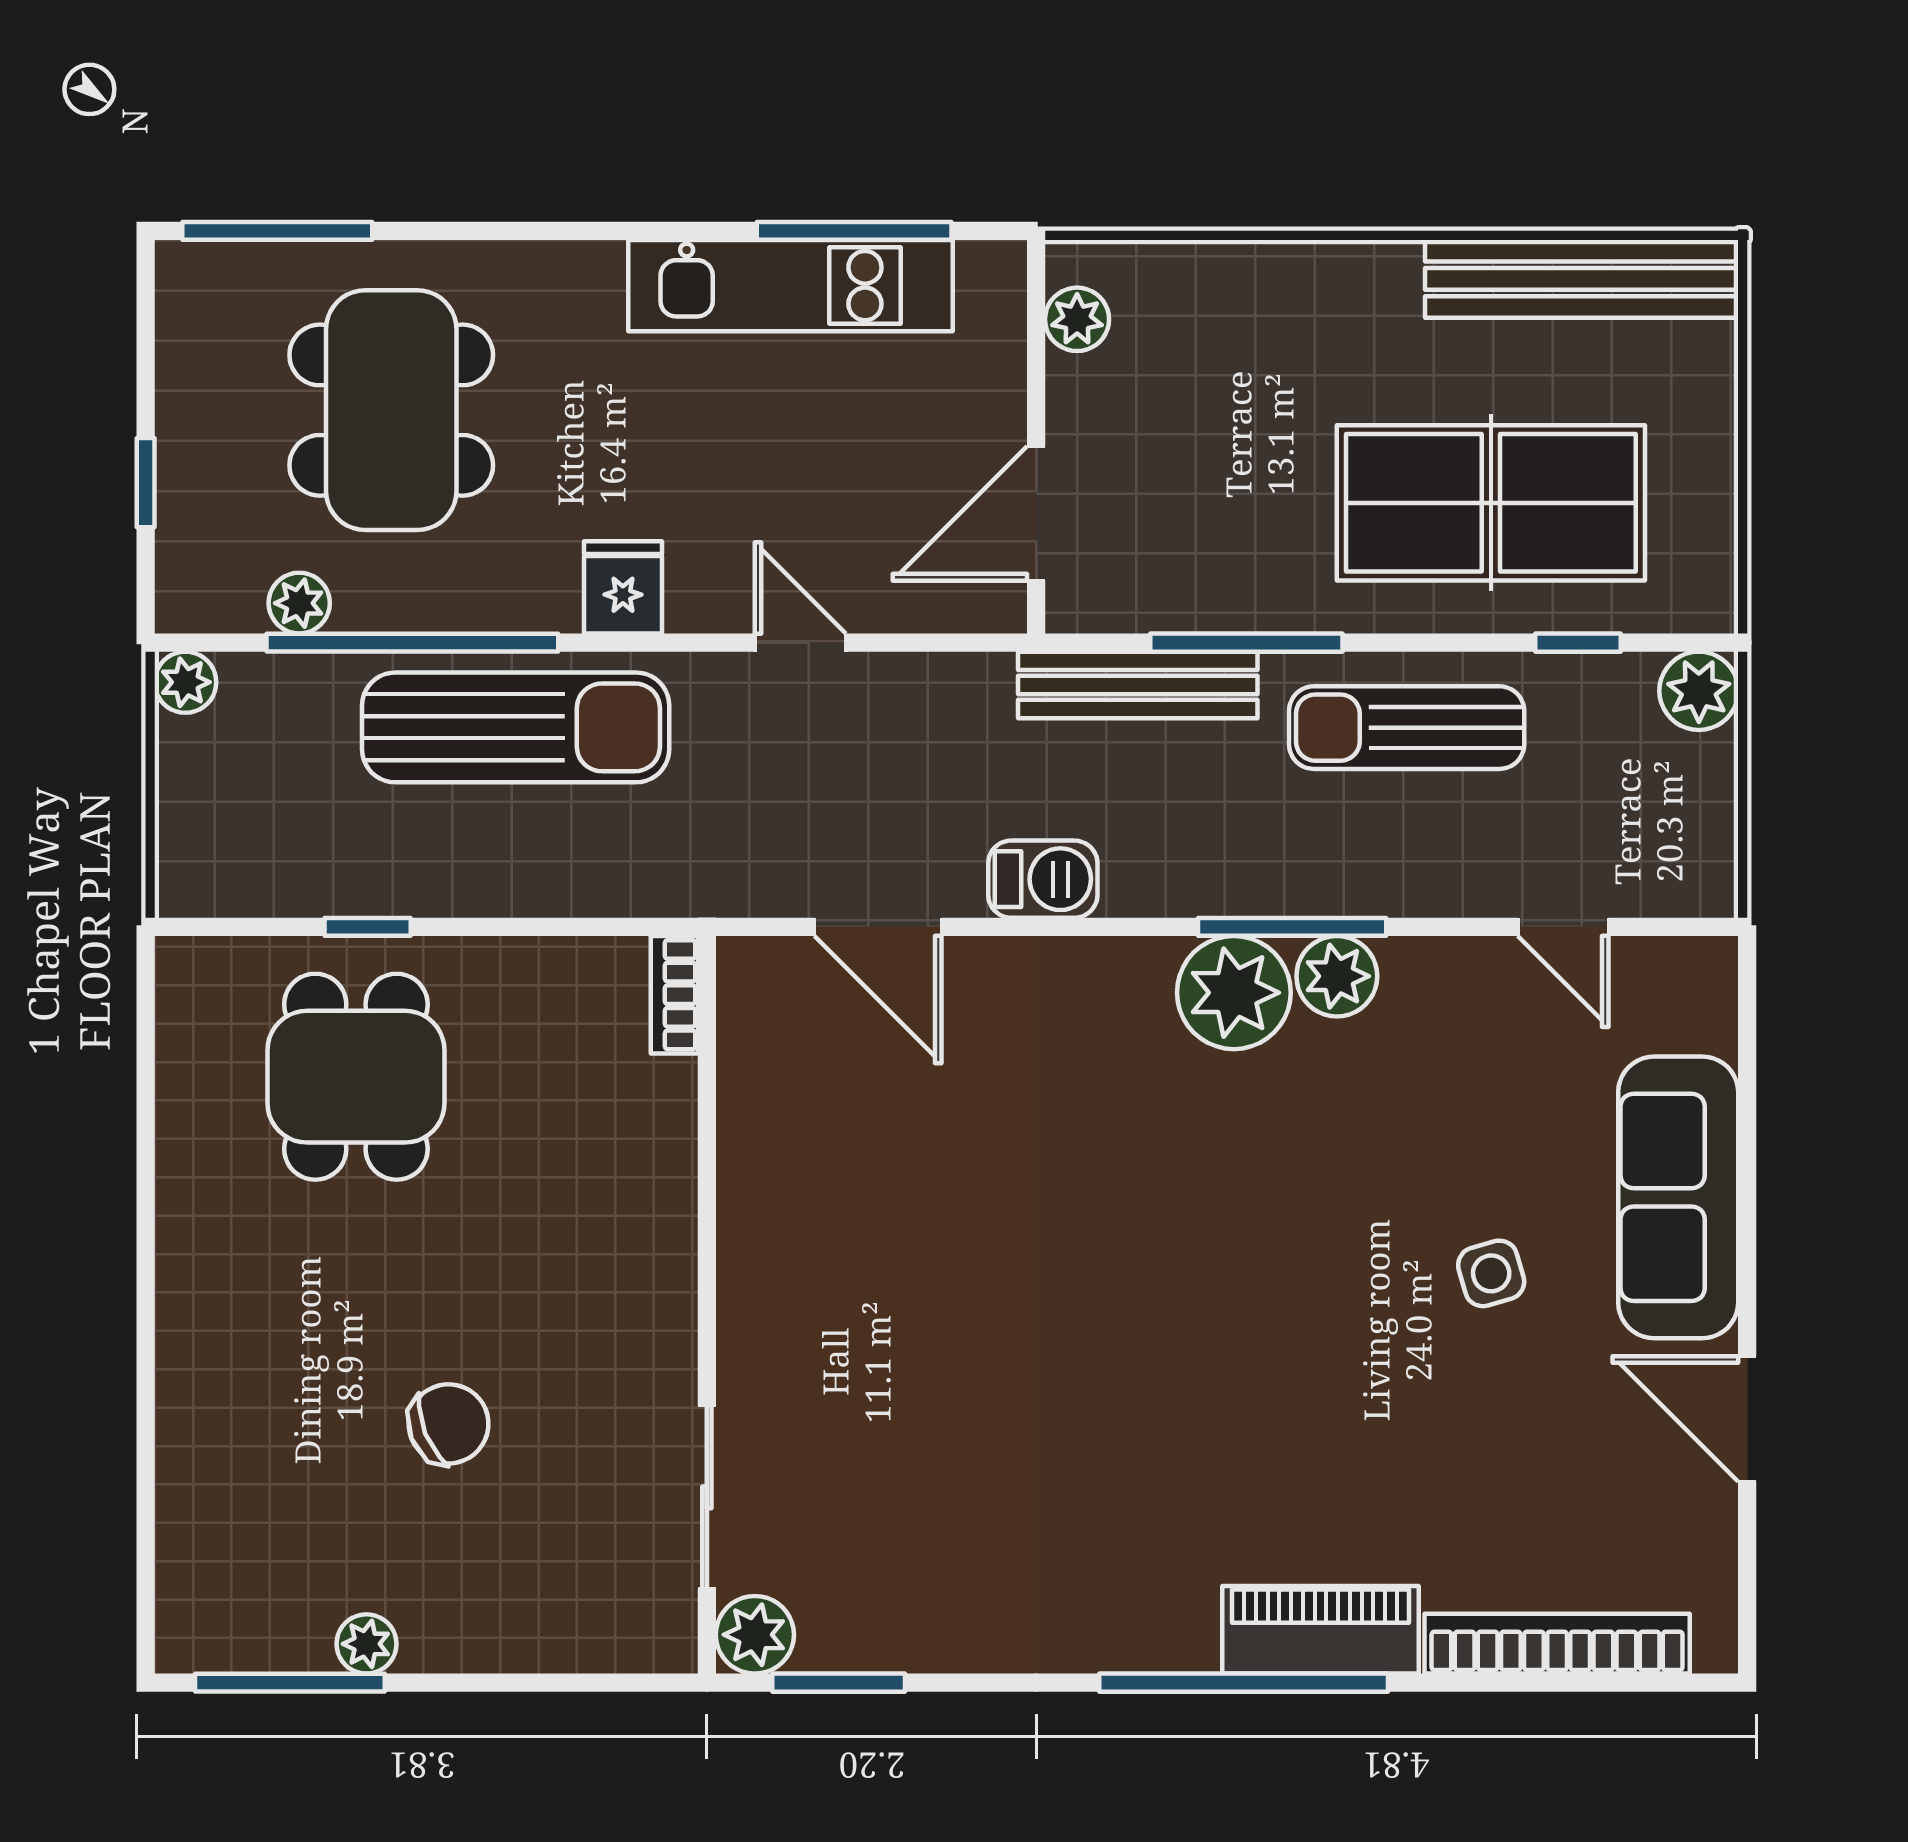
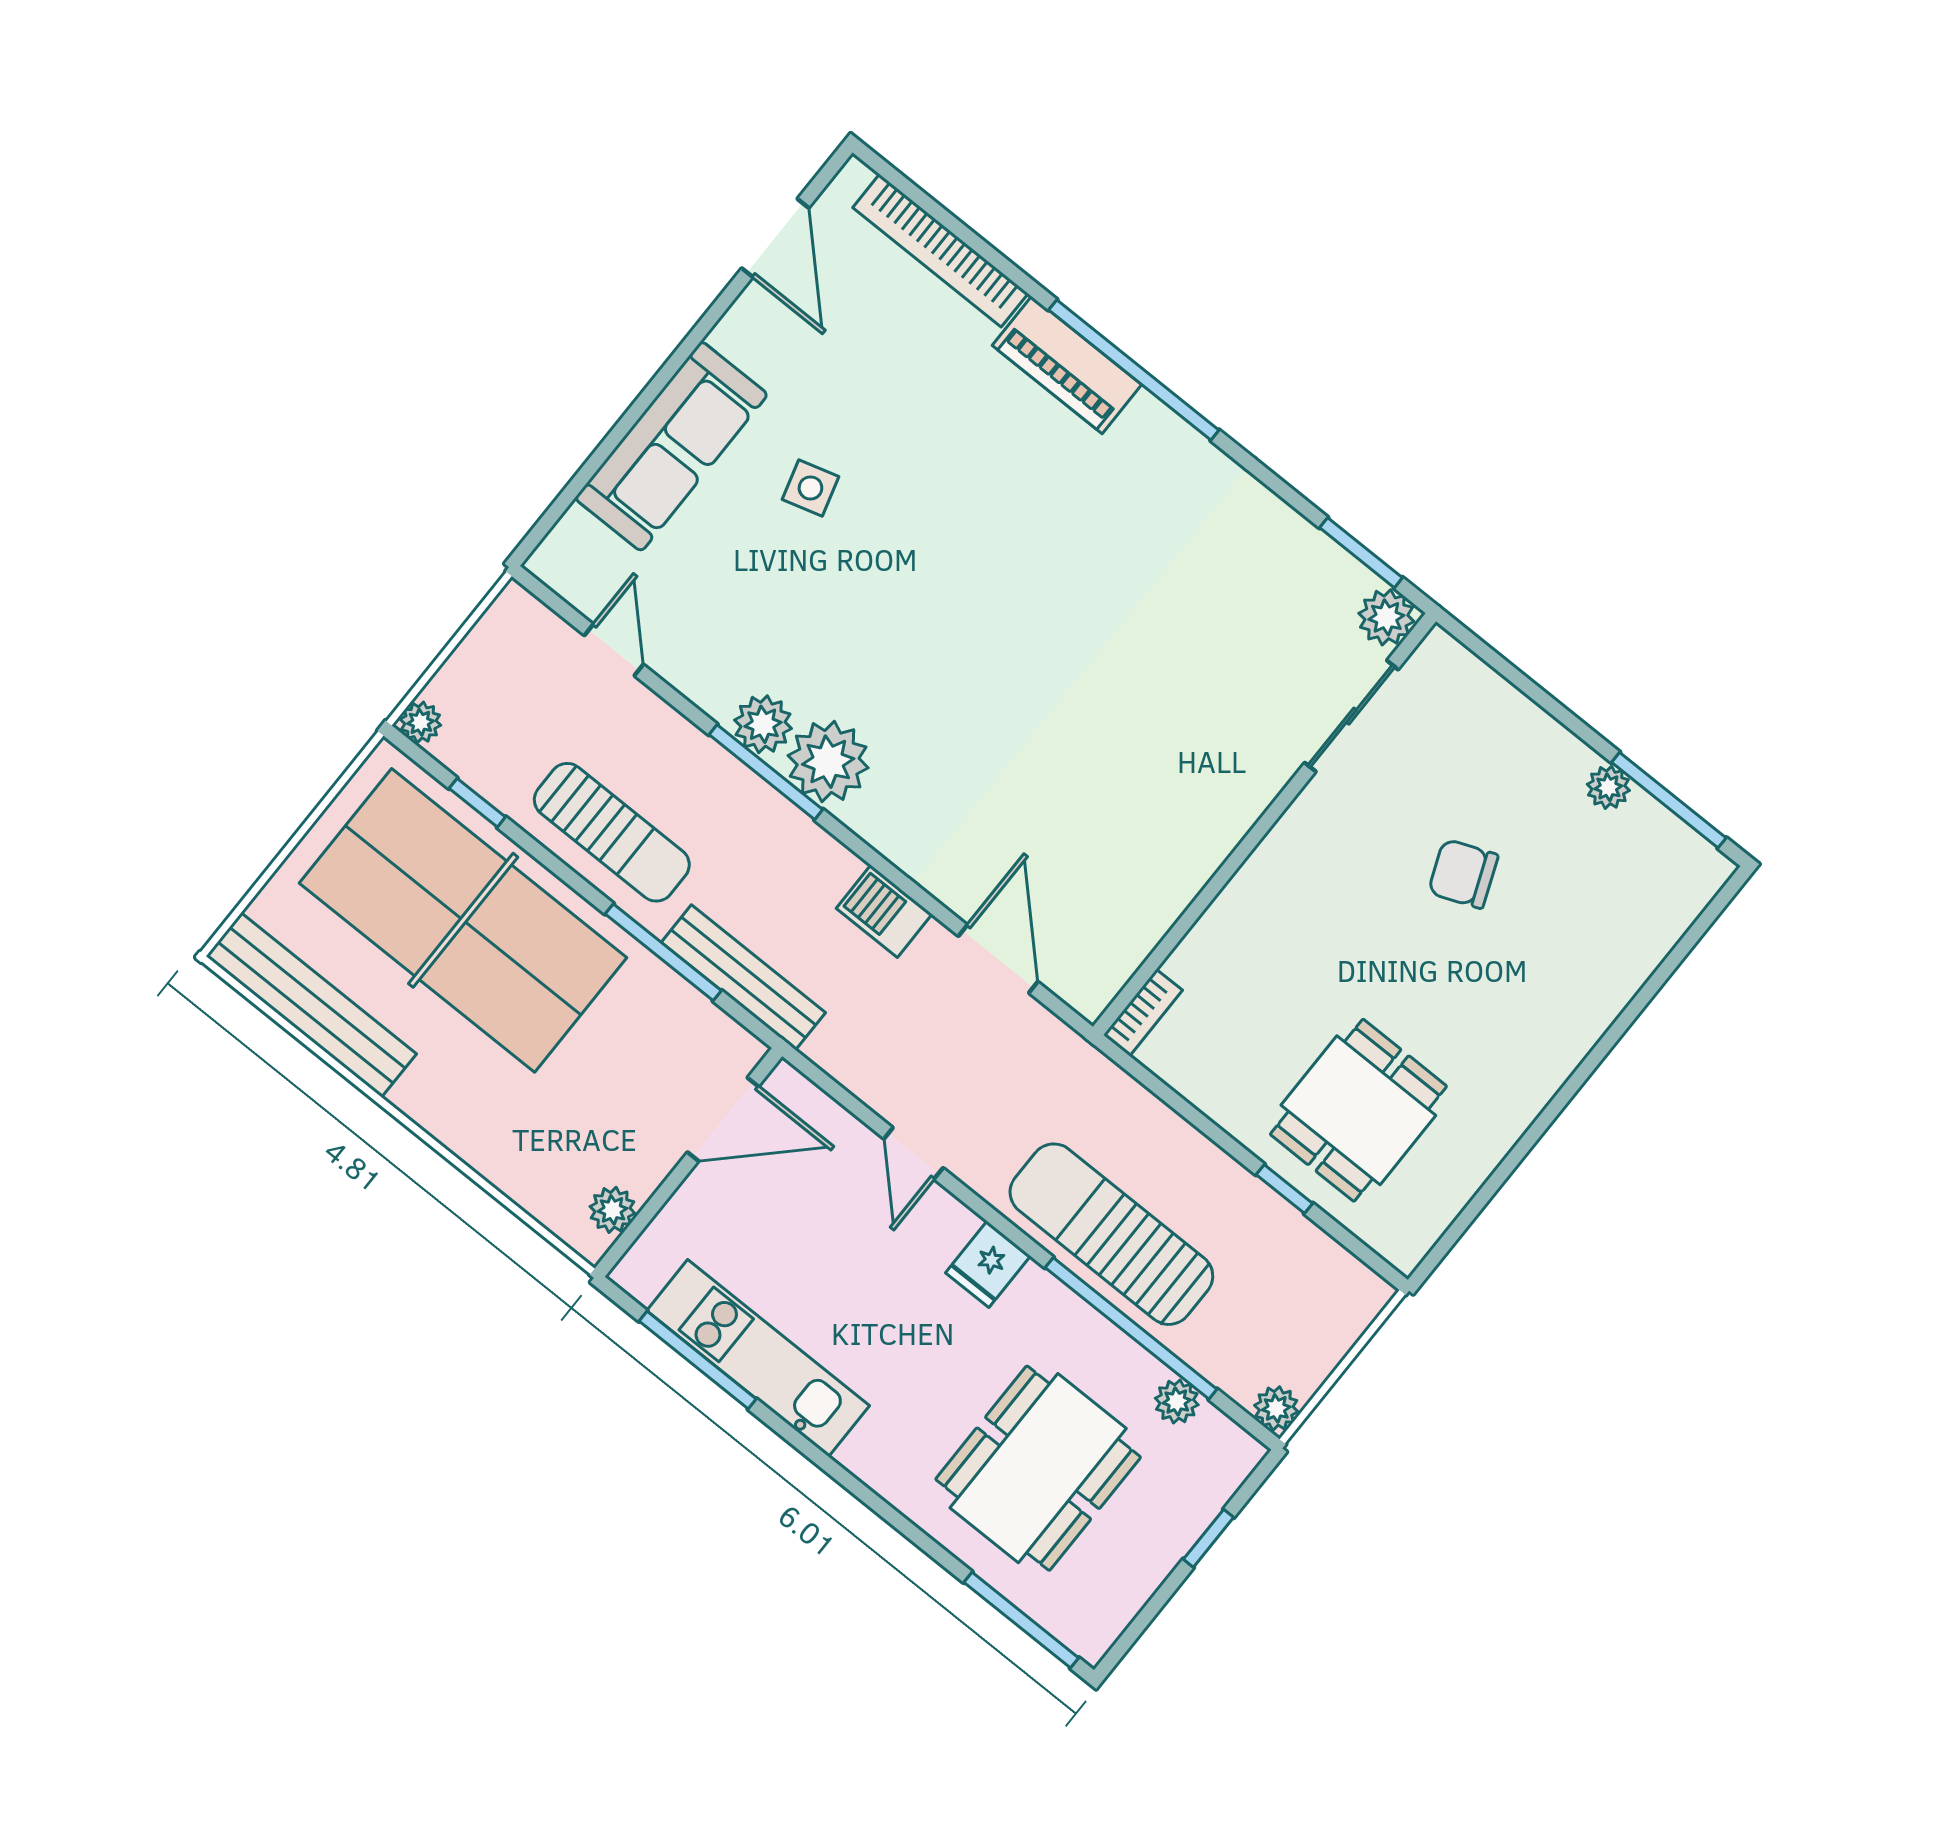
table tennis table: (1491, 503) -> (463, 920), width x1.36, depth x1.32
plant: (1699, 691) -> (420, 722), width x0.73, depth x0.73
door: (1747, 1419) -> (775, 238), moved

